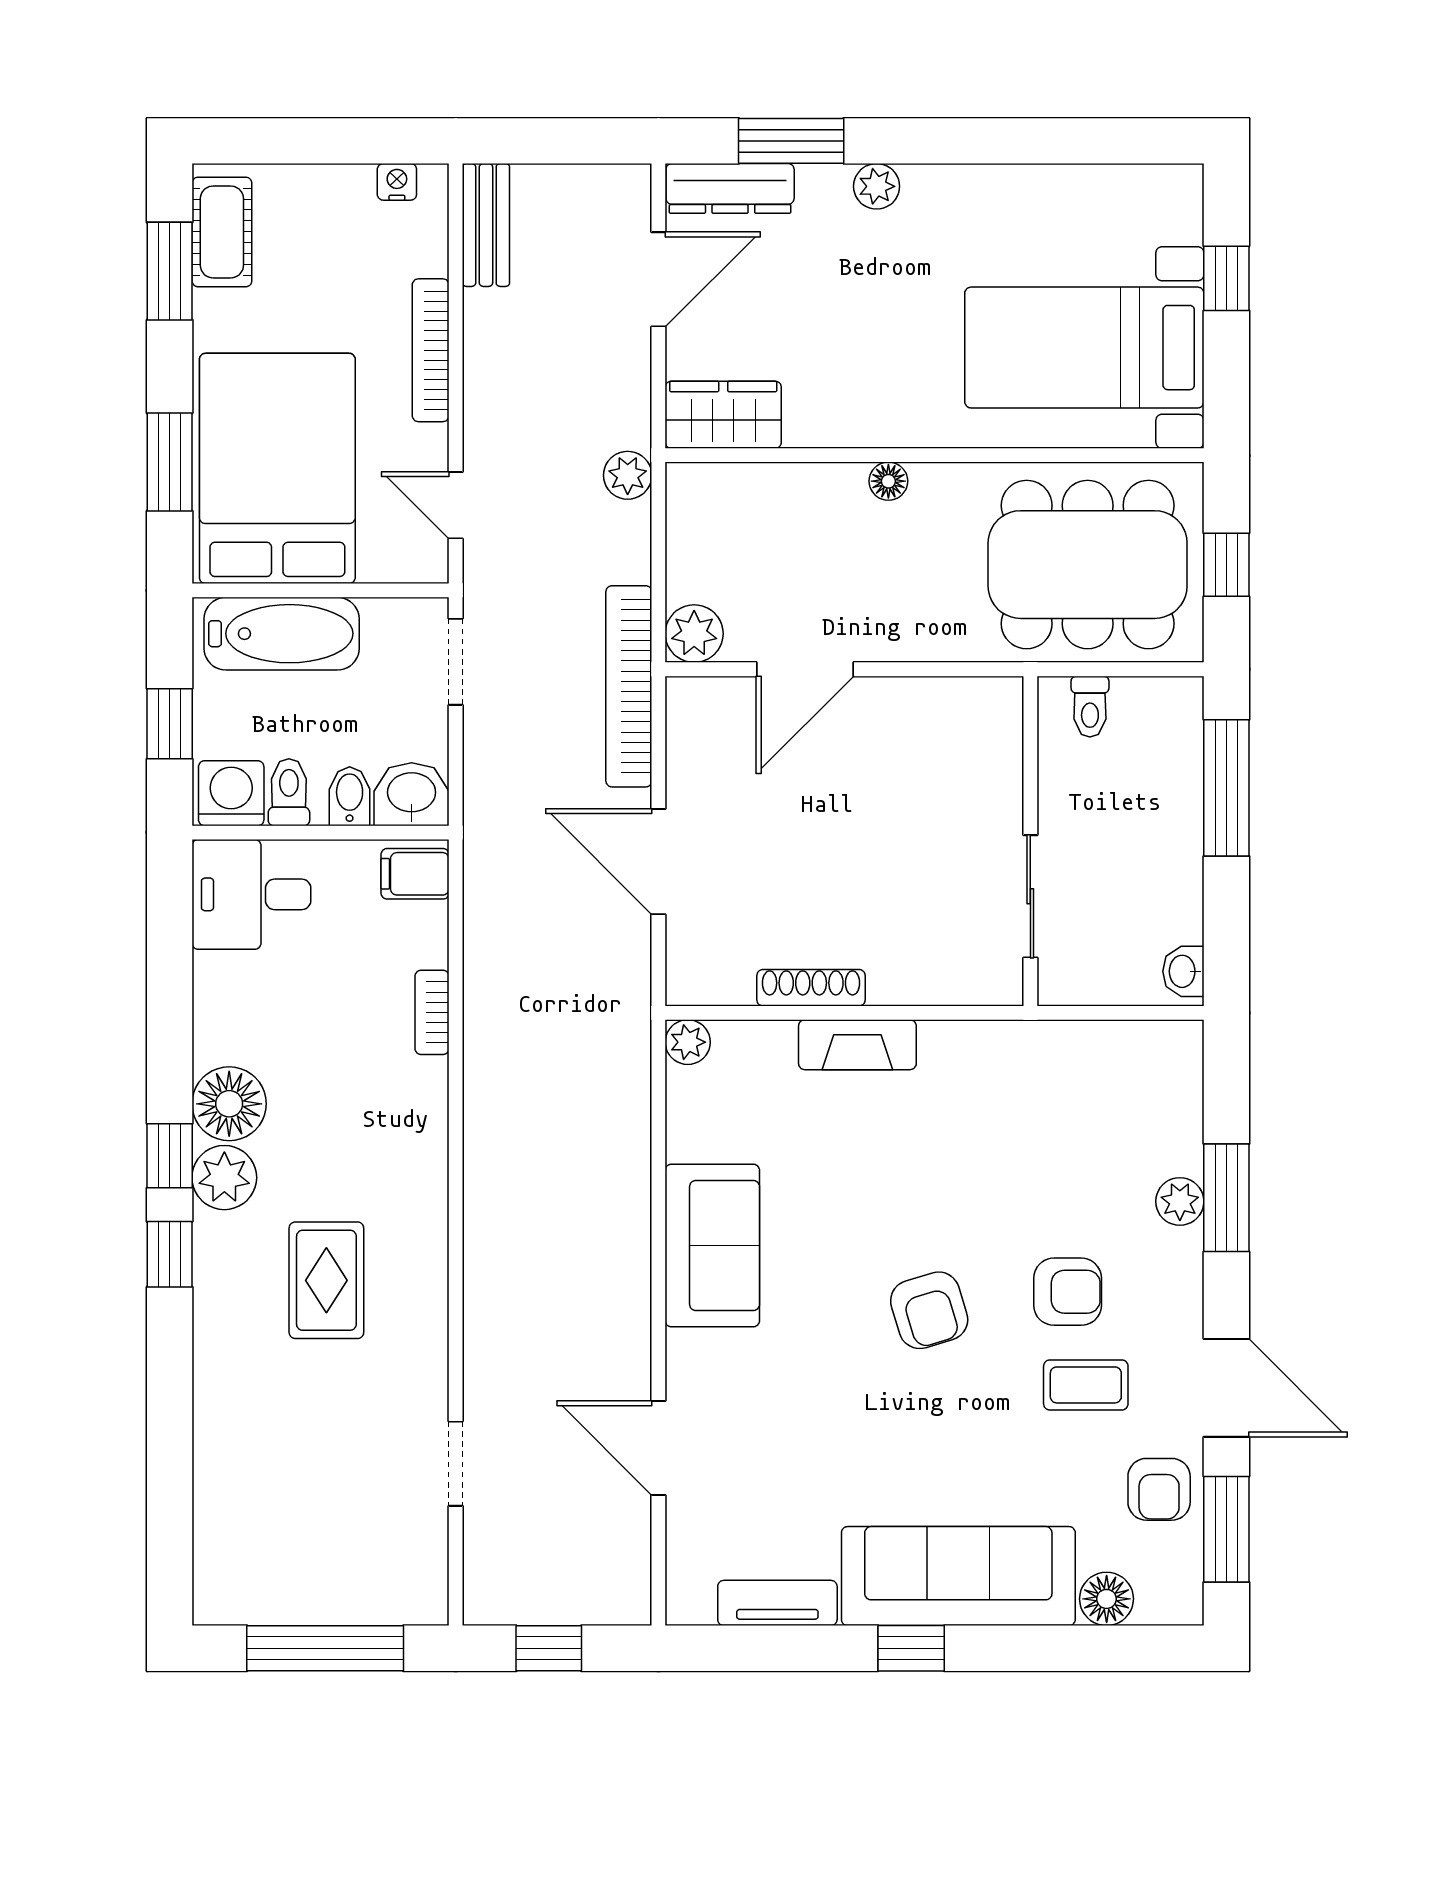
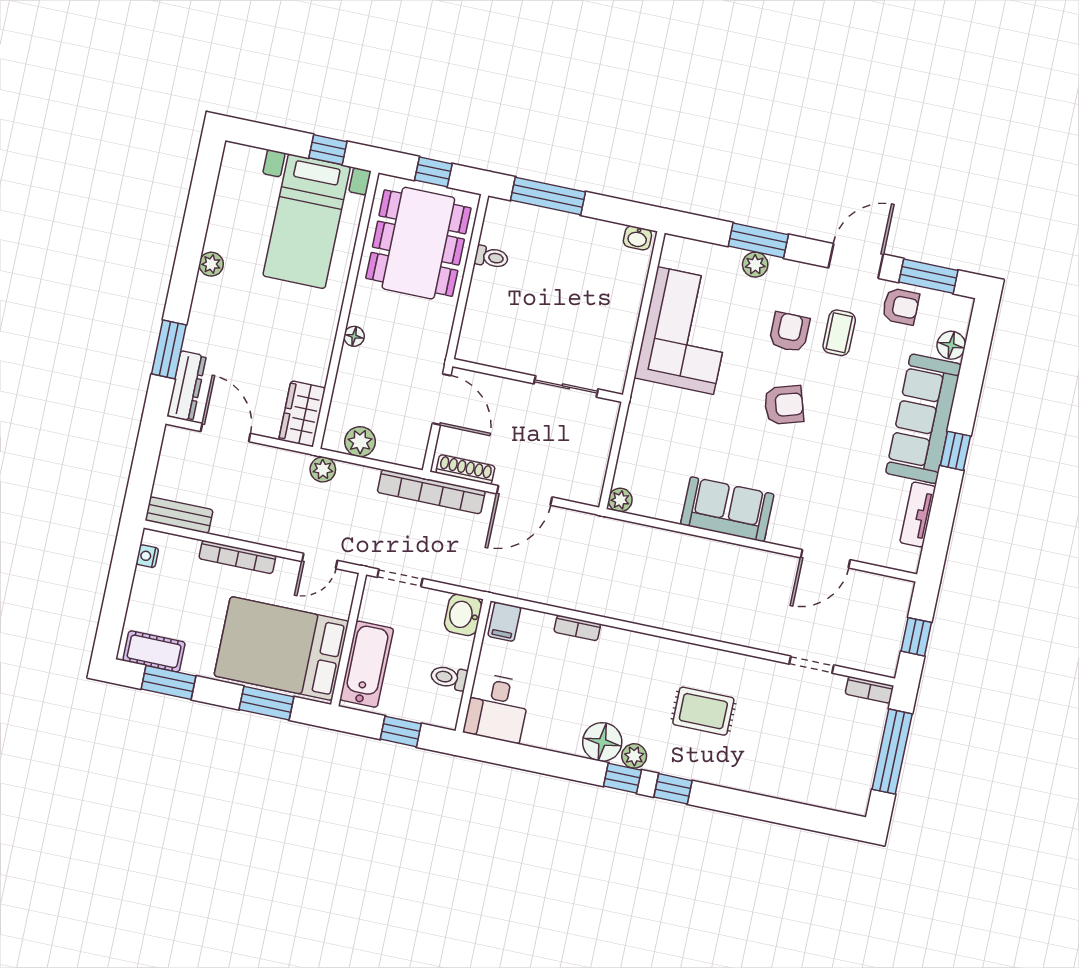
plant: (877, 186) -> (211, 264), moved
window: (1226, 278) -> (328, 150), moved
plant: (694, 634) -> (360, 442), moved
washing machine: (231, 793) -> (443, 707), removed
bidet: (350, 796) -> (457, 647), removed
wall: (1030, 841) -> (538, 380), moved
sliding door: (1030, 896) -> (566, 386), moved
shoe rack: (811, 988) -> (465, 470), moved, turned 90
fireplace: (857, 1045) -> (640, 413), removed
corner sofa: (1029, 1097) -> (685, 331), added
plant: (224, 1178) -> (634, 756), width x0.73, depth x0.73
bookcase: (431, 1582) -> (869, 690), added

